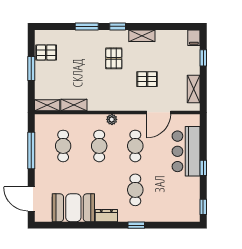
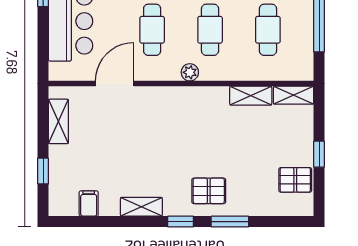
filing cabinet: (194, 38) -> (89, 204), moved
pallet: (114, 58) -> (209, 191), moved, turned 90
window: (31, 68) -> (319, 154), width x0.67
pallet: (147, 79) -> (133, 137), removed

